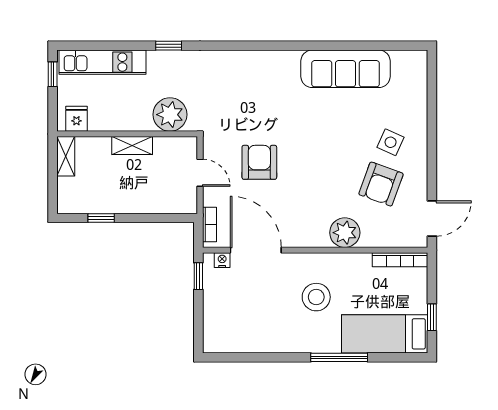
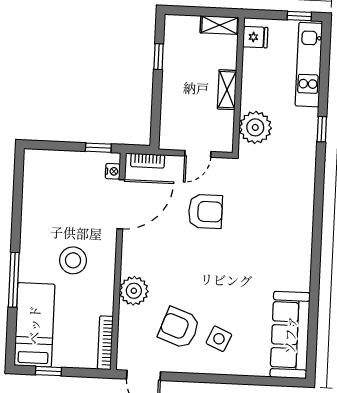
sofa: (346, 69) -> (290, 335), moved

